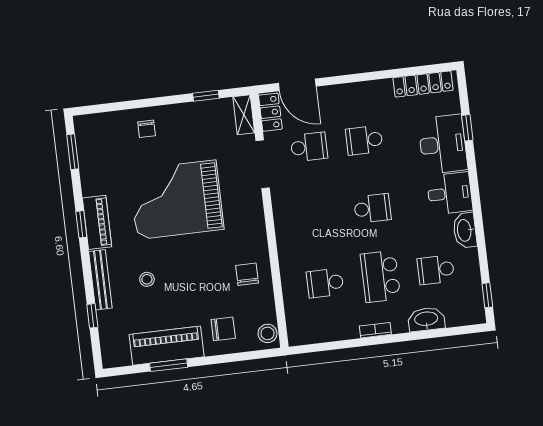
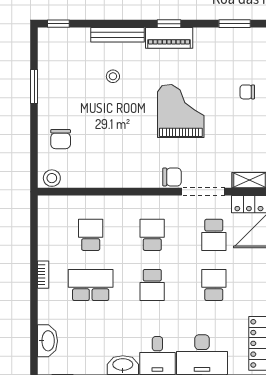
grand piano: (176, 200) -> (181, 111), width x0.73, depth x0.68
school desk: (436, 270) -> (152, 235), moved
chair: (247, 274) -> (172, 177), moved
window: (92, 316) -> (58, 24), moved
washbasin: (426, 319) -> (48, 341), moved
piano: (167, 346) -> (52, 87), removed

